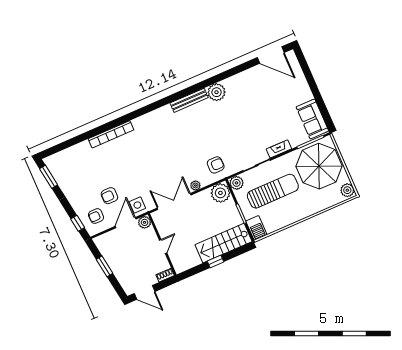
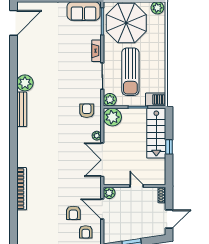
sun lounger: (273, 191) -> (130, 72), turned 180
side table: (137, 205) -> (92, 193), removed

